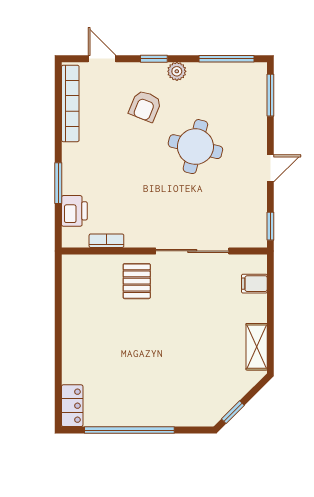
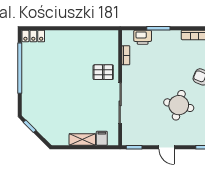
shelving: (257, 347) -> (82, 140), moved

